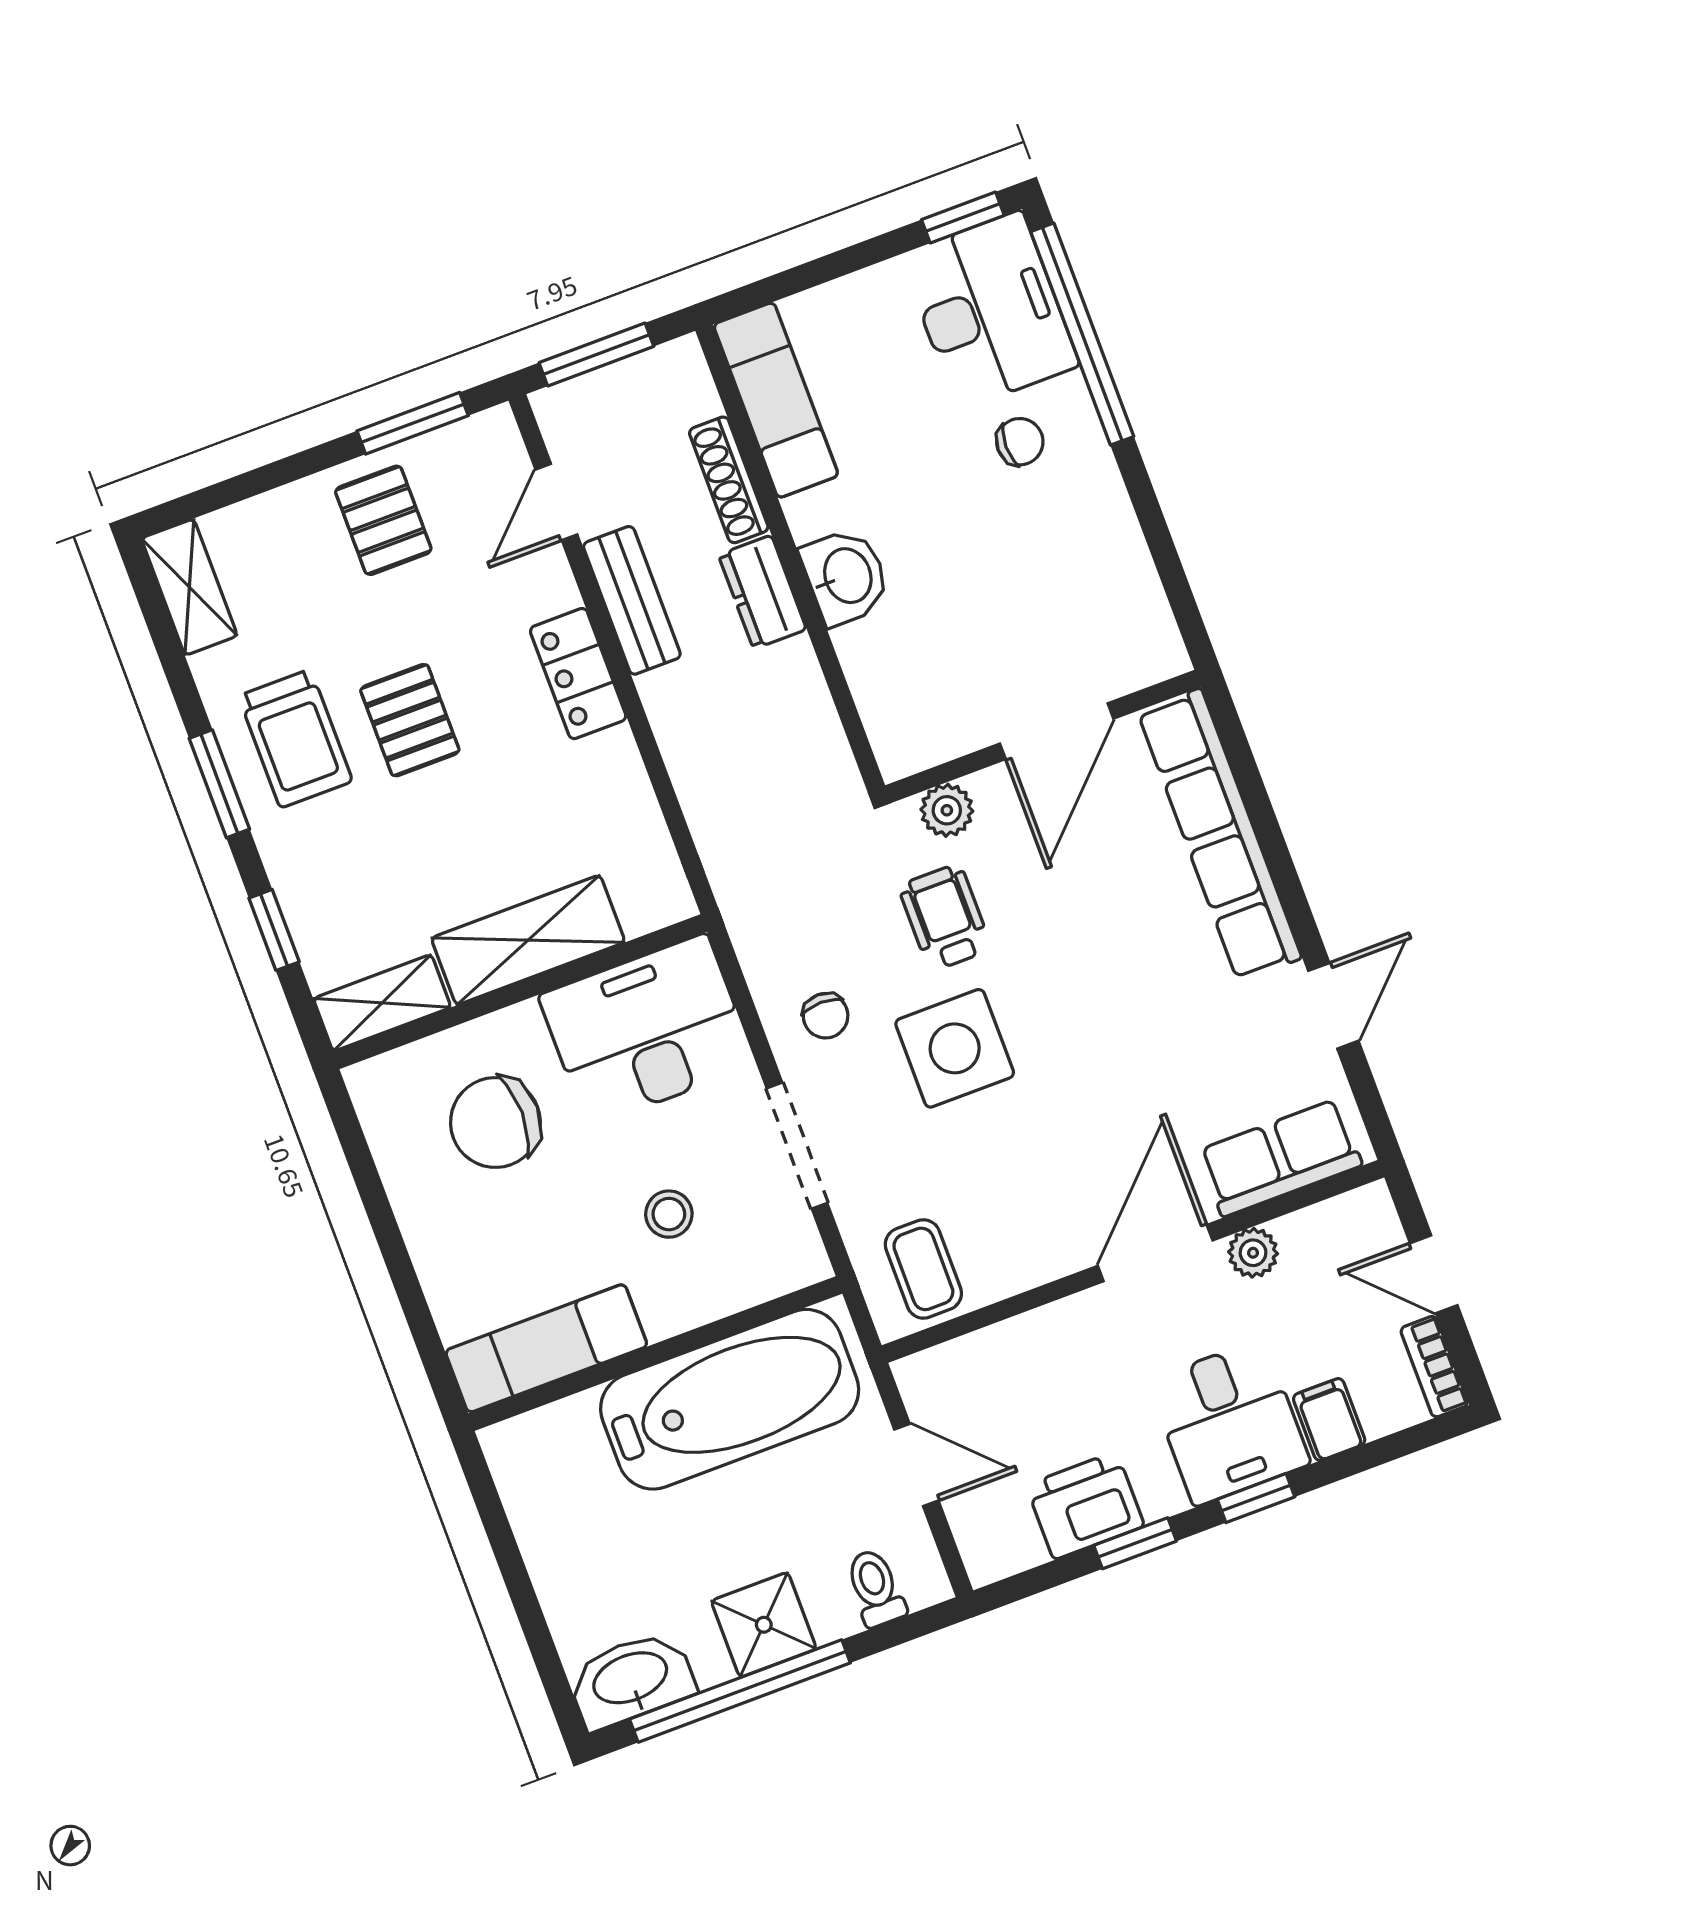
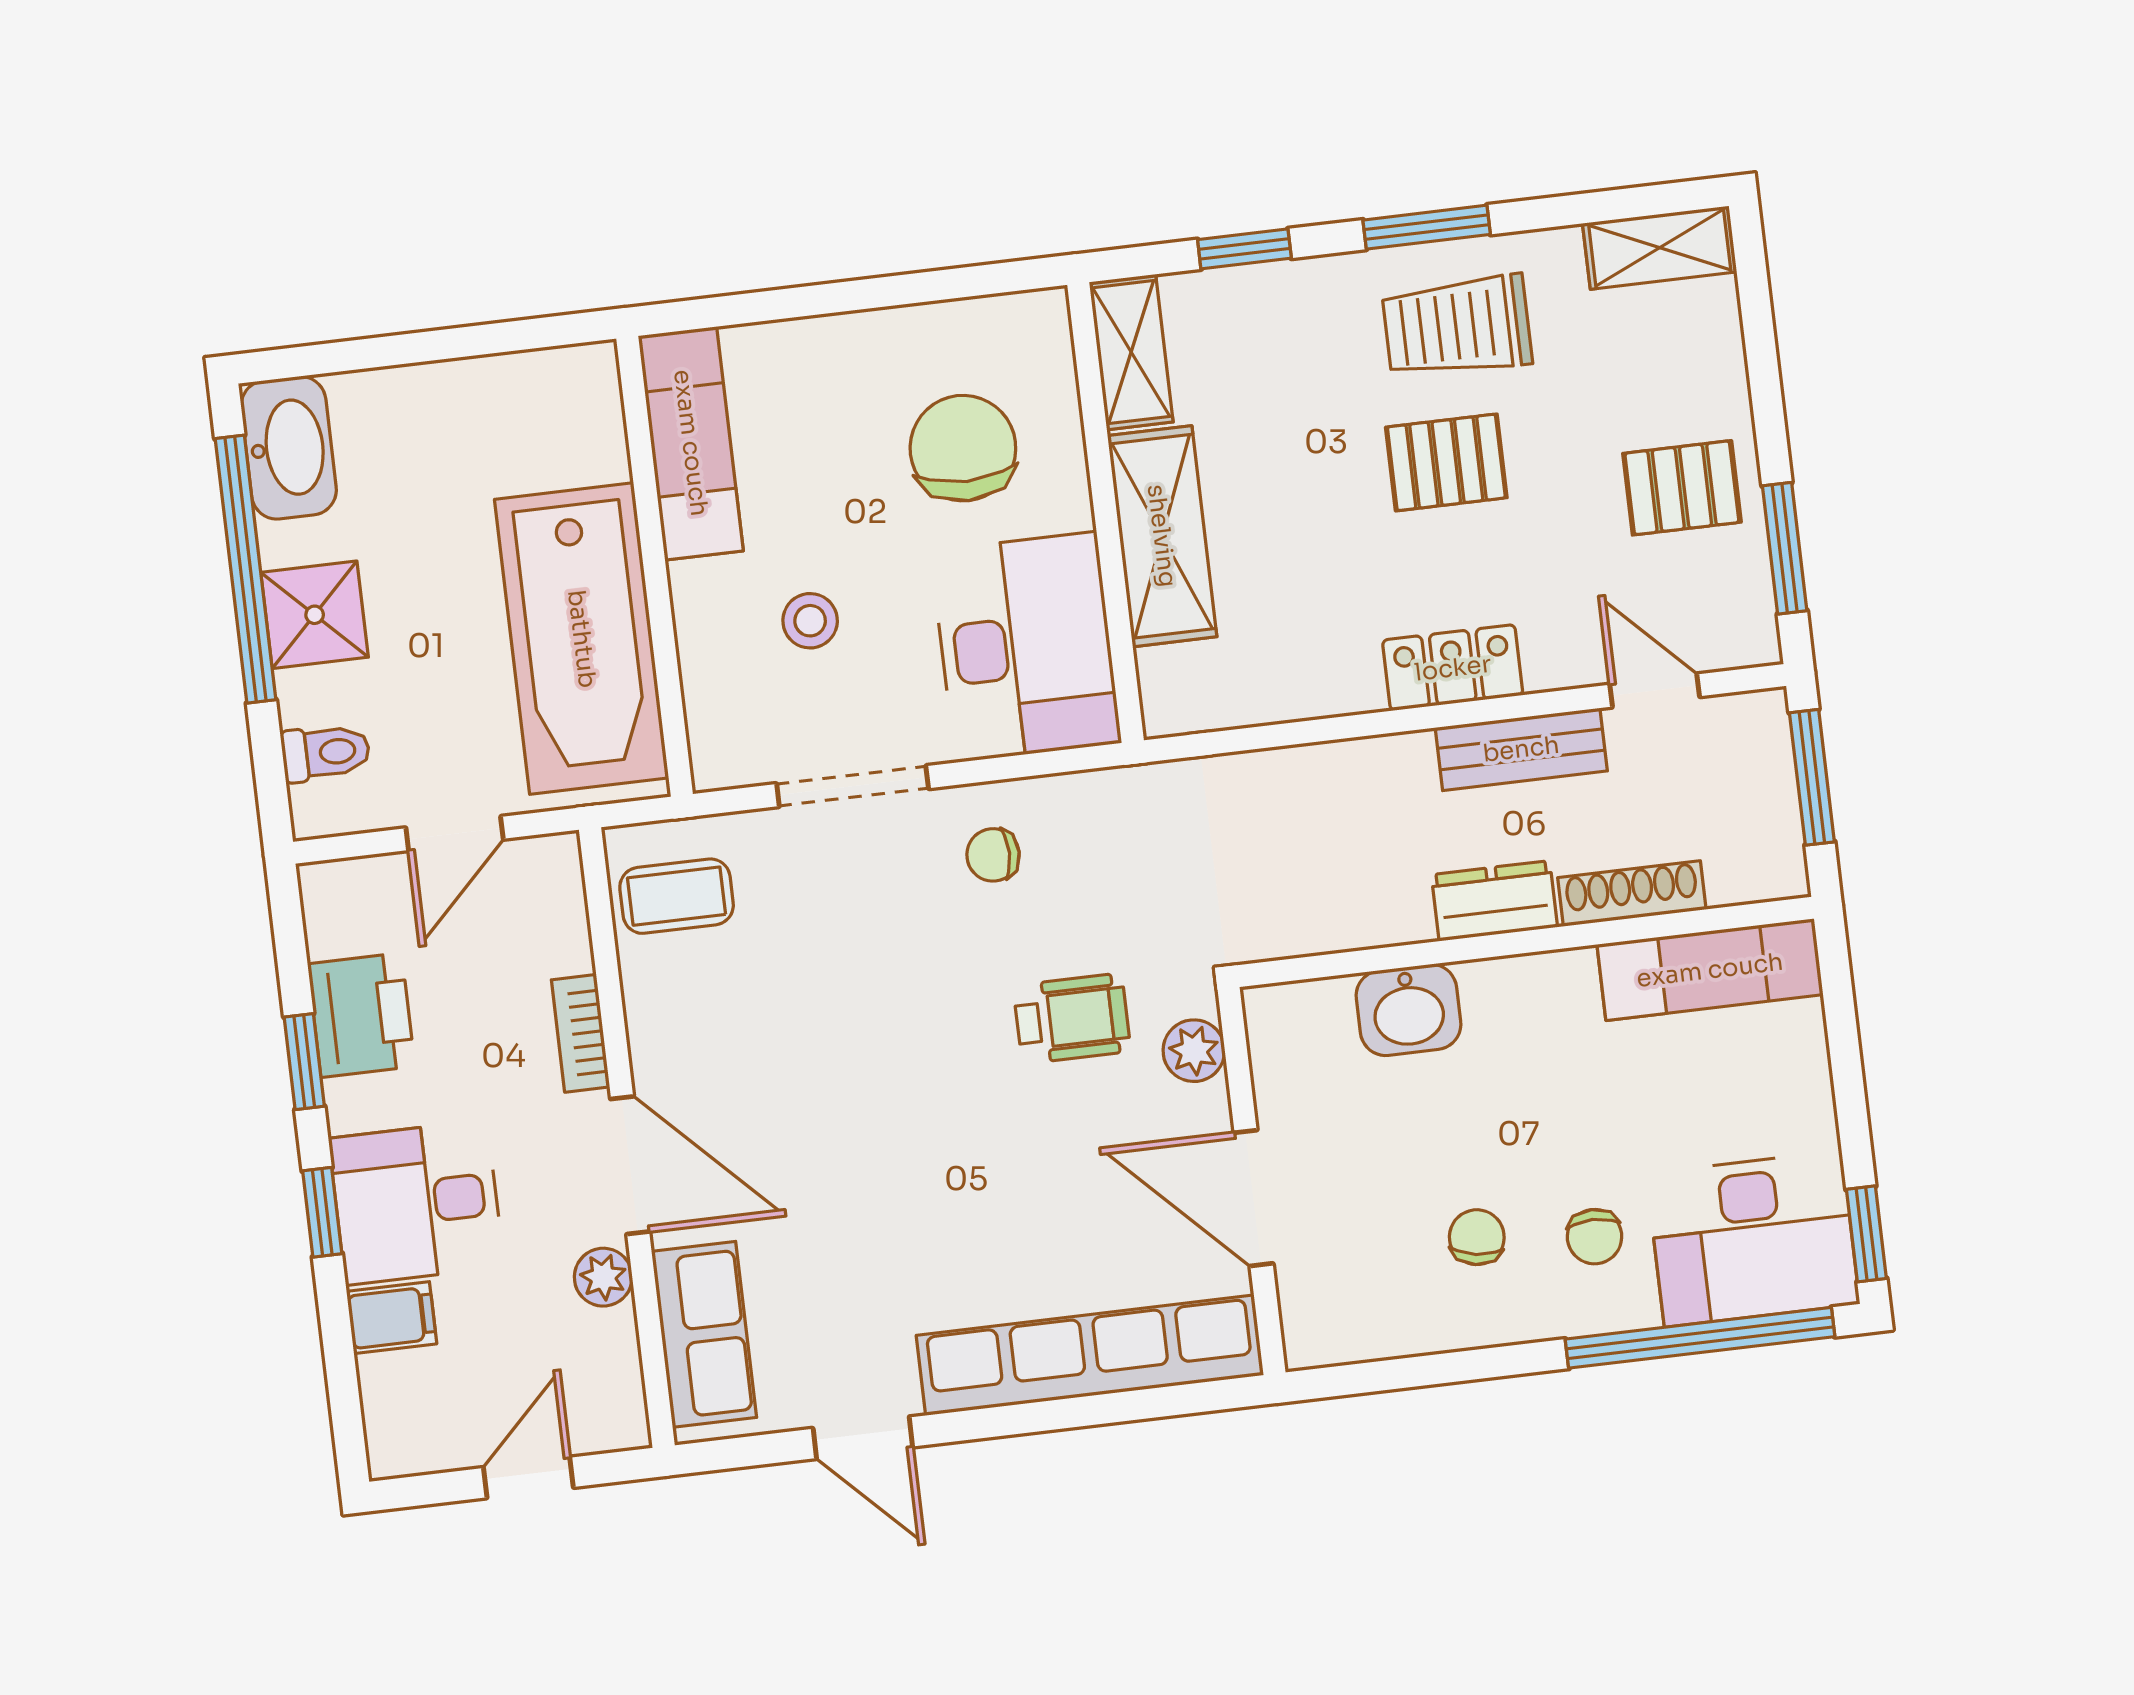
chair: (1044, 539) -> (1477, 1237), added
washbasin: (846, 576) -> (1409, 1010), moved
side table: (955, 1048) -> (920, 993), removed
bookcase: (1434, 1367) -> (580, 1033), moved, turned -90

